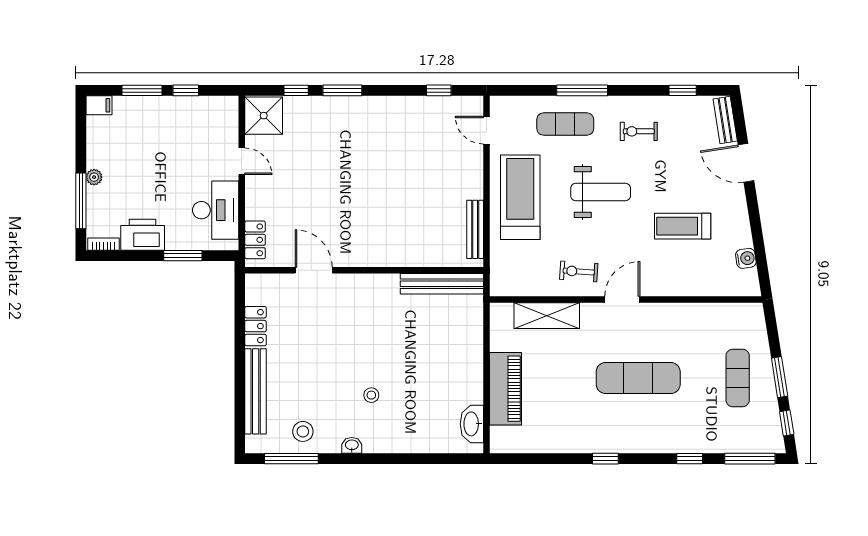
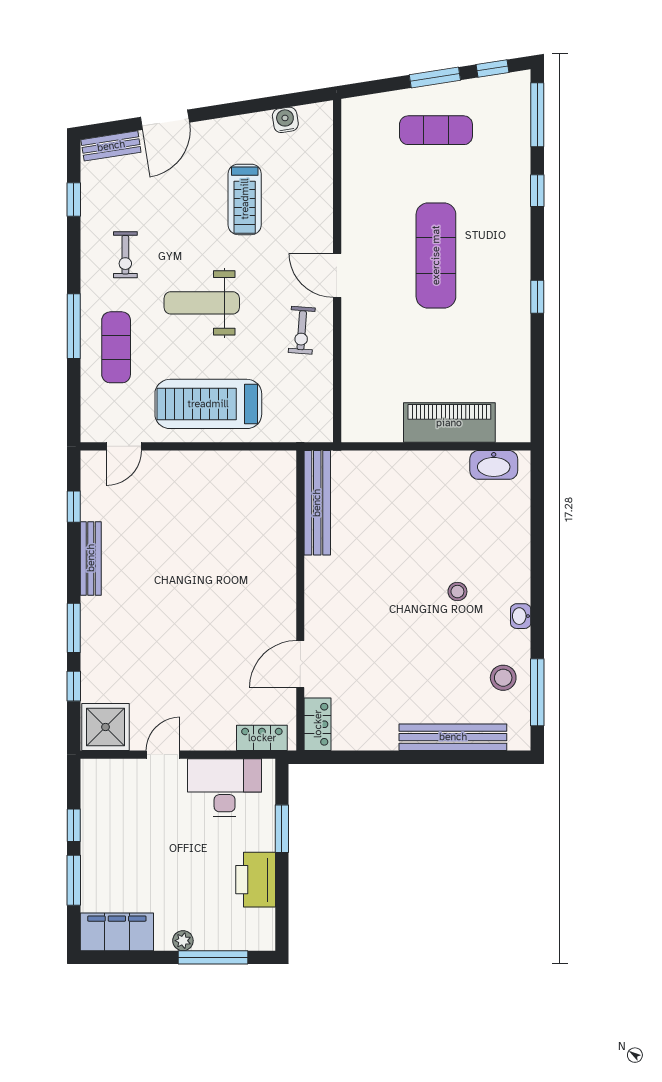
filing cabinet: (99, 105) -> (117, 932), width x3.00, depth x1.17
weight bench: (601, 192) -> (202, 303), turned -90
bench: (475, 229) -> (91, 558), moved, turned 90
bookcase: (103, 244) -> (267, 929), removed
shelving: (547, 316) -> (358, 371), removed
locker: (256, 326) -> (318, 724), moved, turned 90

